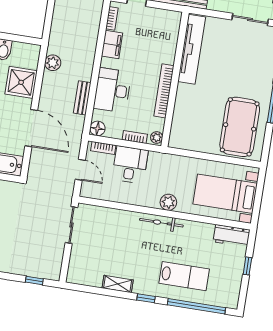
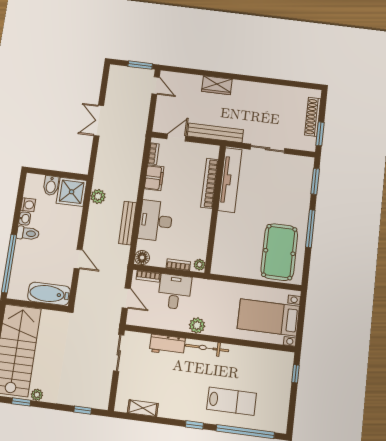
sliding door: (250, 20) -> (268, 149), moved
shower: (21, 82) -> (72, 192), moved
bookcase: (164, 91) -> (209, 183), moved
bench: (82, 98) -> (128, 223), width x1.36
door: (31, 128) -> (78, 259), width x0.53
plant: (168, 202) -> (197, 325), moved
workbench: (232, 236) -> (167, 345), moved
window: (247, 266) -> (296, 374), moved
shelving: (118, 284) -> (143, 408), moved

